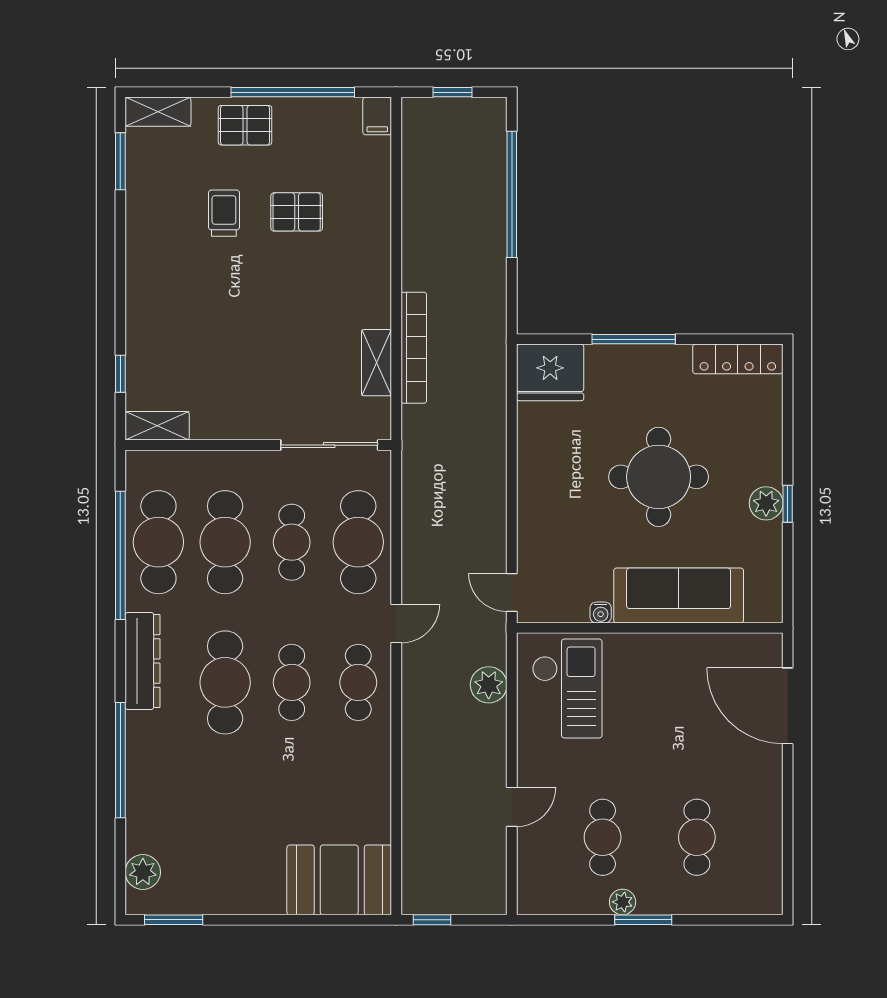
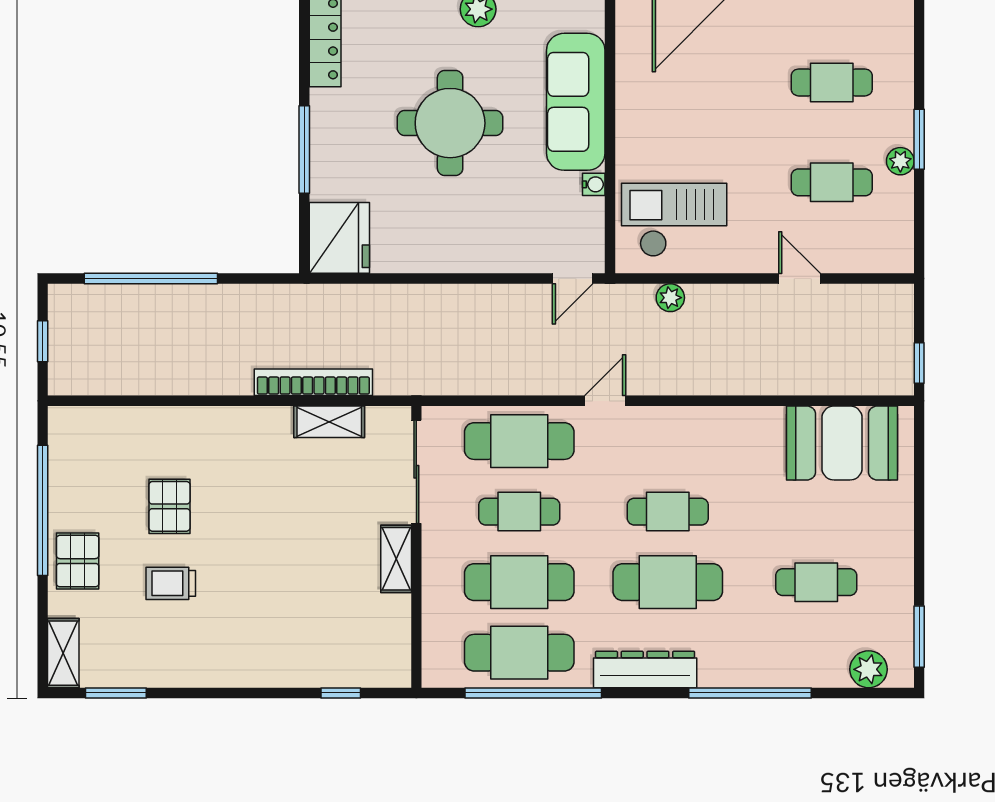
filing cabinet: (377, 116) -> (68, 421), removed
shelving: (157, 426) -> (396, 559), moved
door: (396, 623) -> (605, 401), hinge flipped
cafe table: (358, 682) -> (816, 582), moved
plant: (489, 685) -> (670, 298), width x0.73, depth x0.73
booth: (339, 880) -> (842, 443), moved, turned 90

